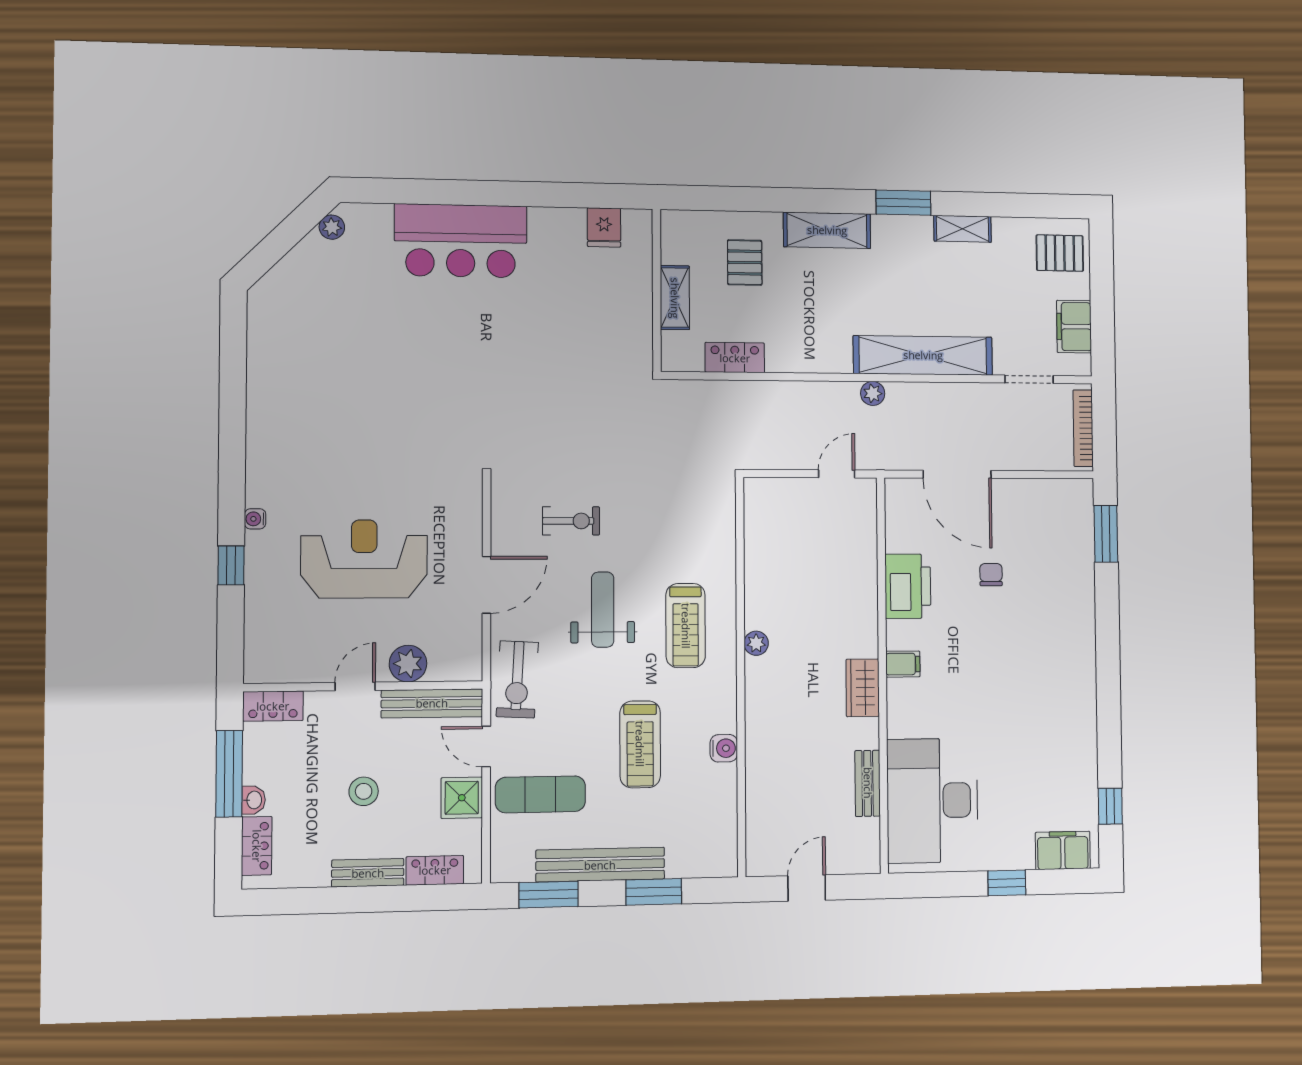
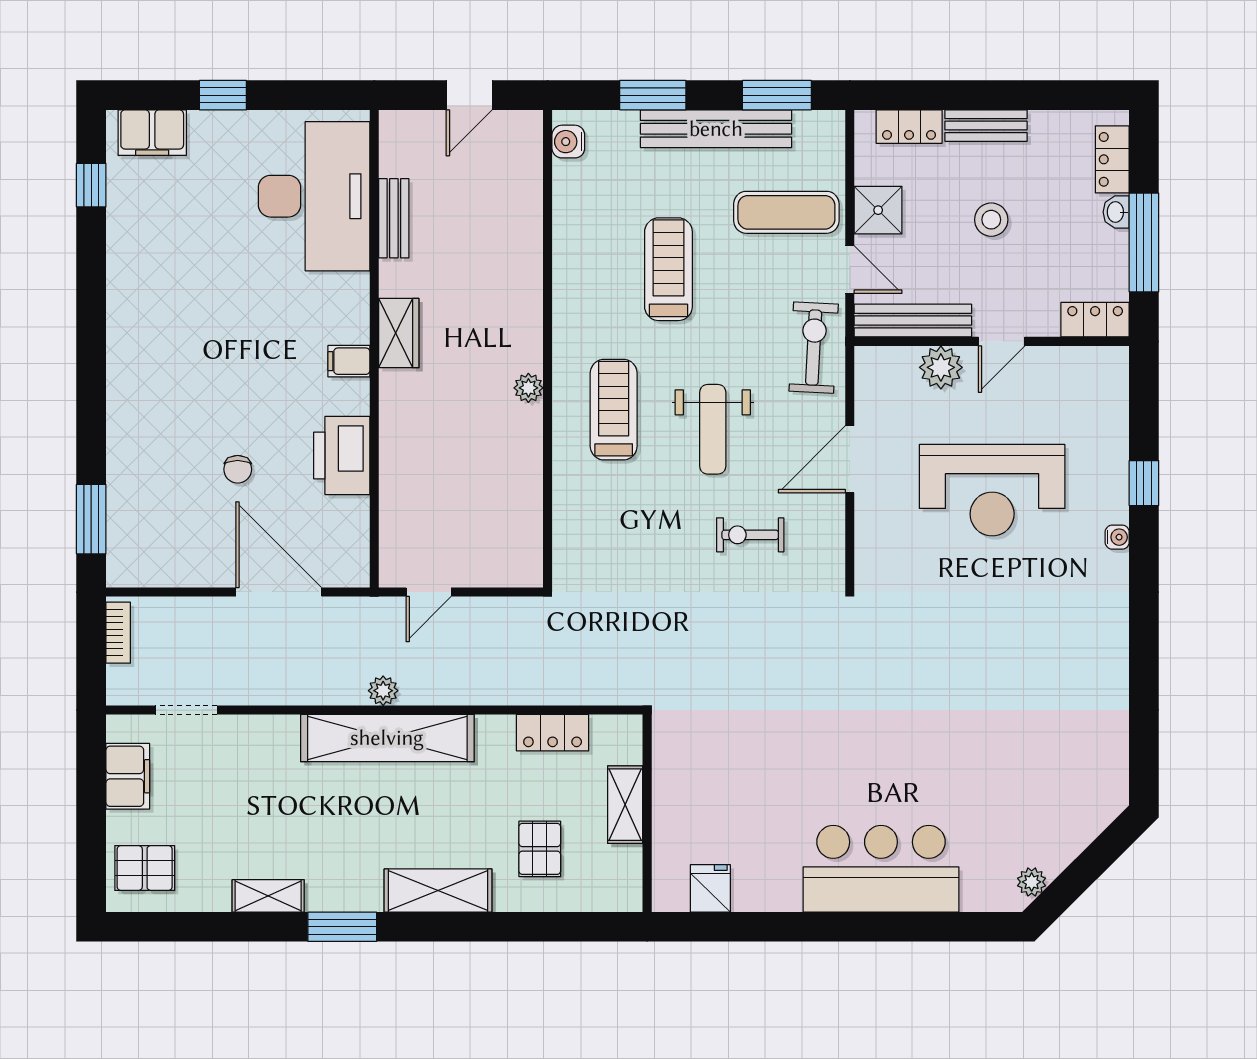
shelving: (923, 355) -> (387, 738), moved
bookcase: (1083, 428) -> (118, 633), width x0.64
water cooler: (724, 748) -> (568, 142), moved

